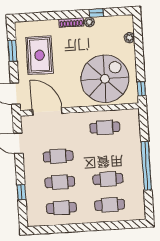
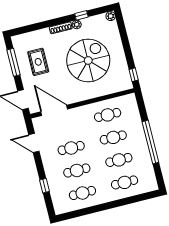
plant: (129, 38) -> (111, 16), moved
window: (12, 51) -> (14, 62), width x1.44
rug: (40, 55) -> (38, 62), width x0.73, depth x0.70
spiral stairs: (105, 79) -> (88, 60), moved
cafe table: (106, 153) -> (113, 137), added

